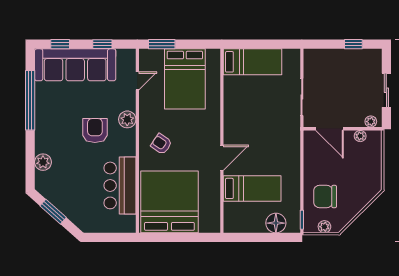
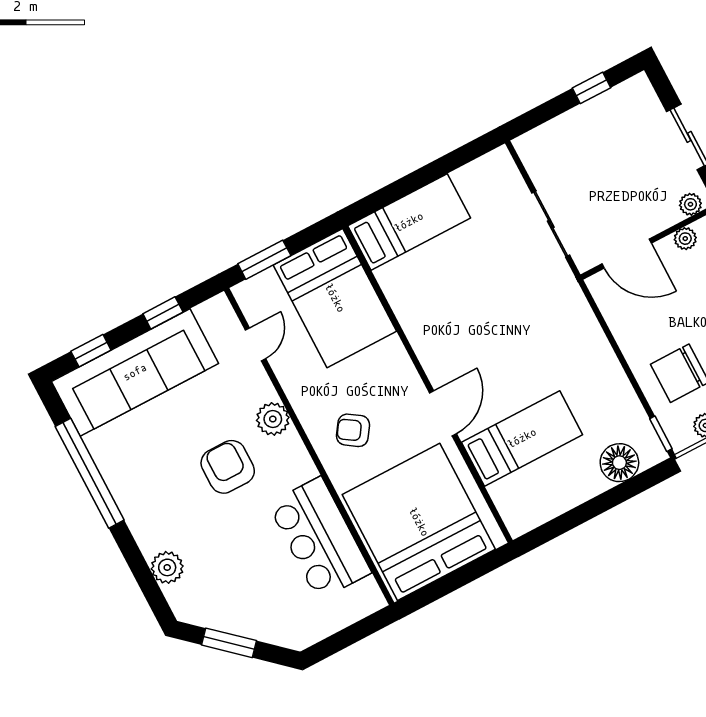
bed: (252, 62) -> (409, 222), moved
wall: (222, 141) -> (428, 384), moved
door: (222, 158) -> (443, 413), moved
bed: (252, 188) -> (522, 438), moved

